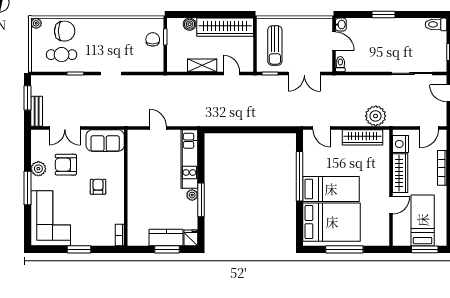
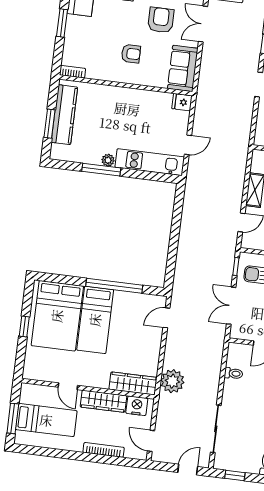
toilet: (340, 64) -> (234, 373), moved
door: (158, 128) -> (188, 145), moved
wardrobe: (362, 137) -> (133, 383), moved, turned 90
kitchen counter: (166, 238) -> (64, 115), width x1.50
fridge: (191, 238) -> (182, 102), moved, turned 180
window: (344, 249) -> (24, 327), width x0.46

